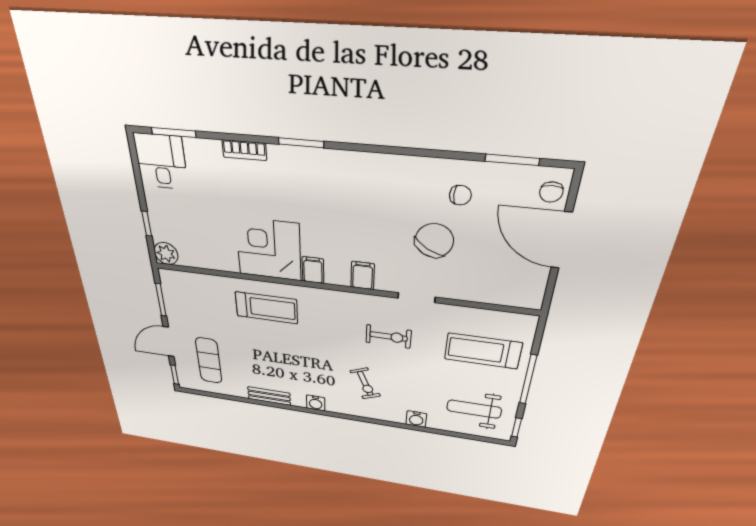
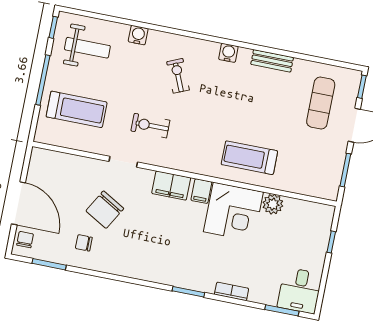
plant: (166, 253) -> (273, 204), moved
filing cabinet: (363, 275) -> (171, 186), width x2.00

